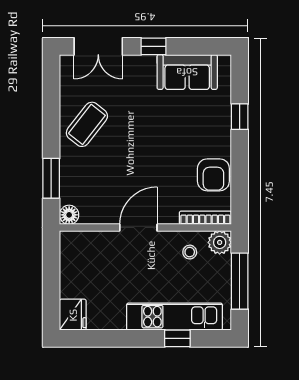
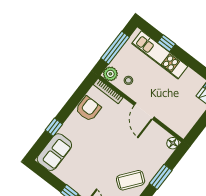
sofa: (187, 72) -> (54, 152), moved, turned 90
window: (51, 178) -> (161, 177), moved
door: (138, 228) -> (144, 111), hinge flipped

